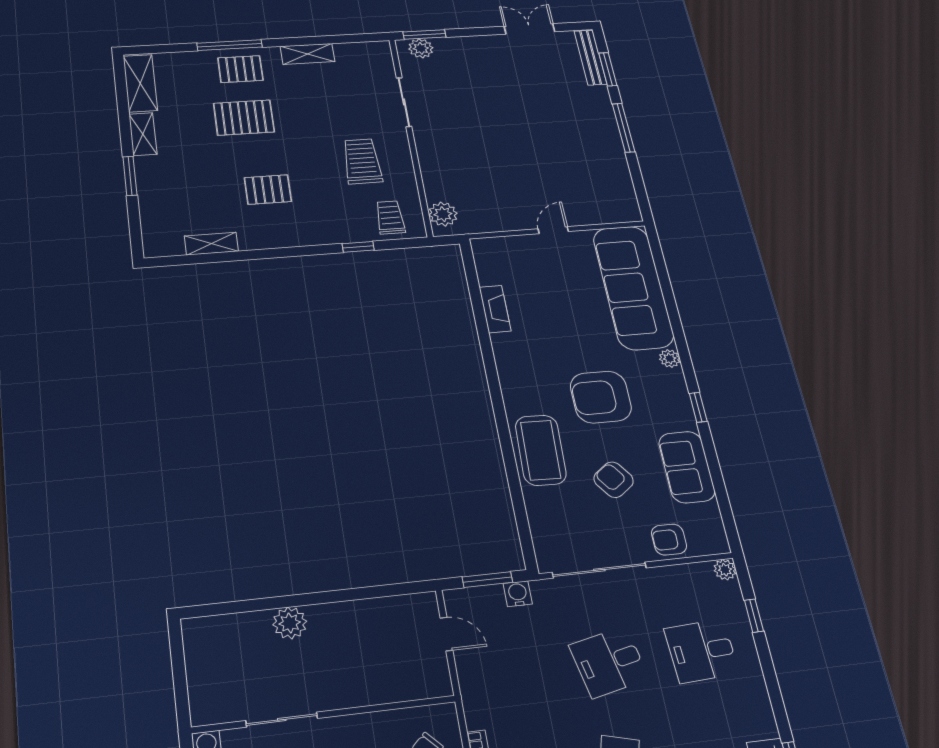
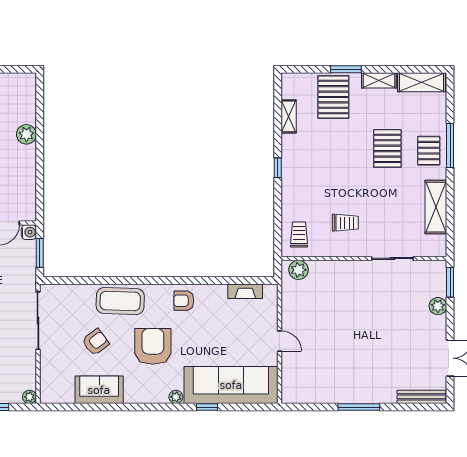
plant: (421, 48) -> (438, 306), moved
shelving: (307, 54) -> (436, 207), width x1.50, depth x1.33
window: (608, 69) -> (410, 407), removed
trolley: (362, 161) -> (345, 223), width x0.73, depth x0.72
pallet: (268, 190) -> (333, 97), moved, width x1.50, depth x1.42
trolley: (390, 217) -> (299, 235), turned -90
window: (358, 247) -> (278, 168), moved
fireplace: (495, 309) -> (245, 291), moved
window: (698, 407) -> (207, 407), moved
armchair: (669, 540) -> (184, 301), moved, turned -90
water cooler: (518, 594) -> (29, 232), moved

